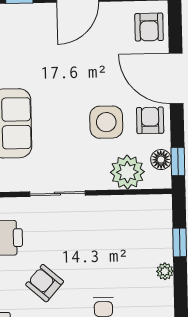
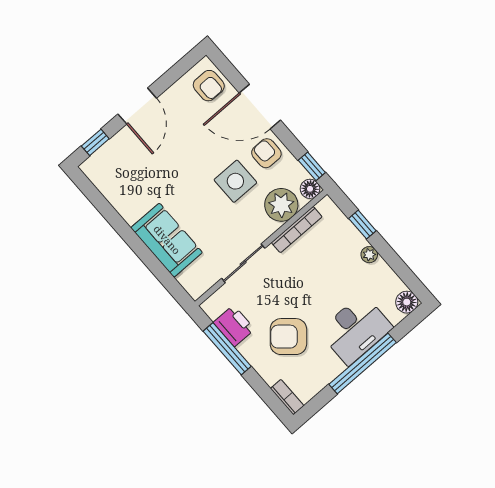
floor lamp: (161, 160) -> (310, 189), moved
bookcase: (123, 202) -> (297, 230), added
armchair: (45, 283) -> (288, 337), width x1.38, depth x1.38

